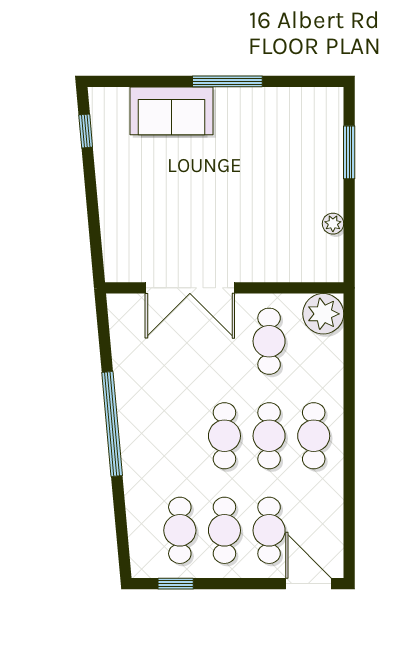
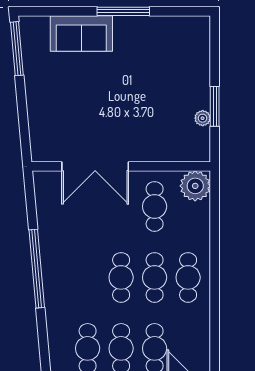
window: (86, 131) -> (17, 49), width x2.17
window: (349, 152) -> (215, 106), moved

